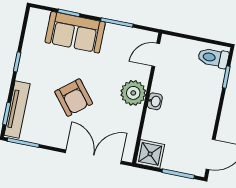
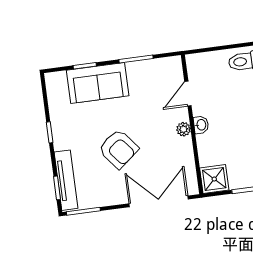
door: (156, 55) -> (188, 94), moved
plant: (133, 93) -> (184, 129), width x0.53, depth x0.53

